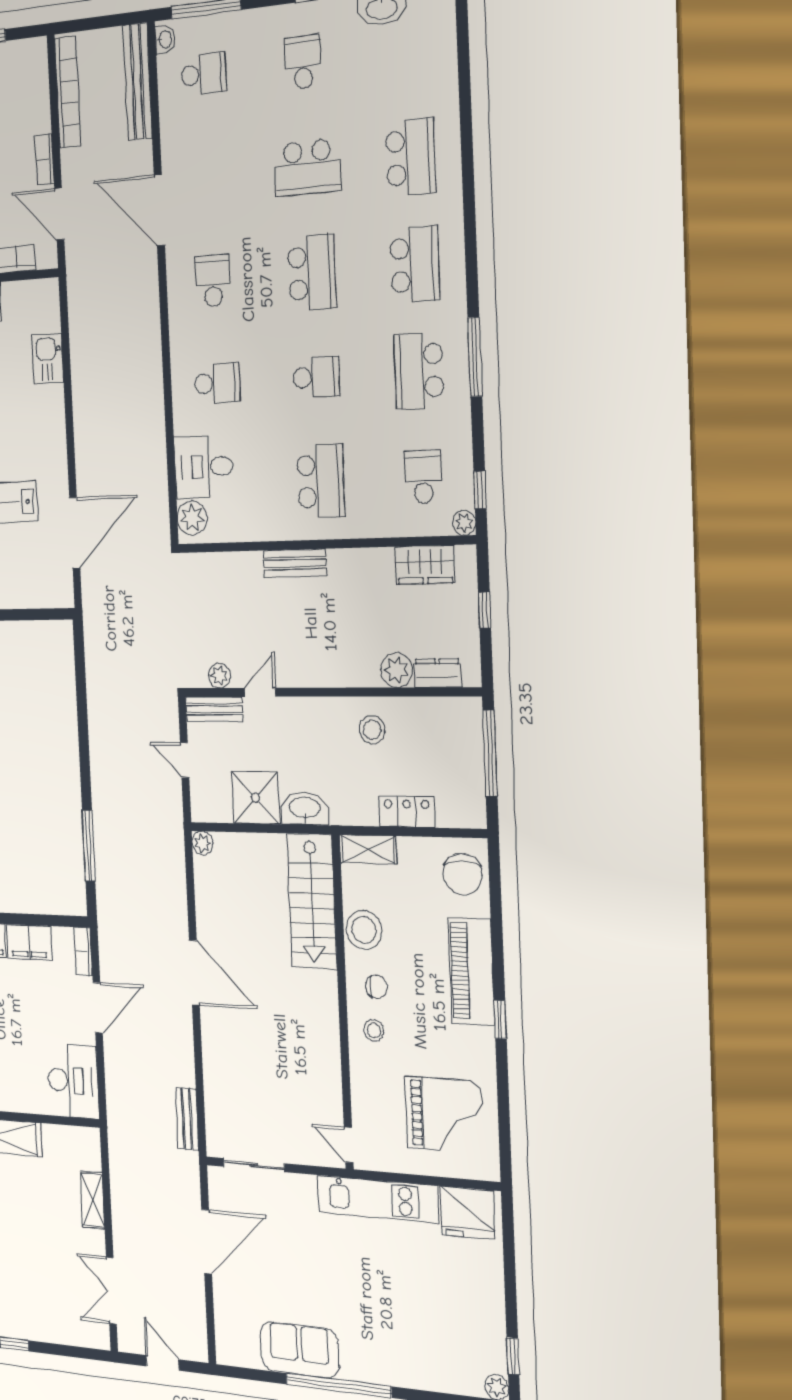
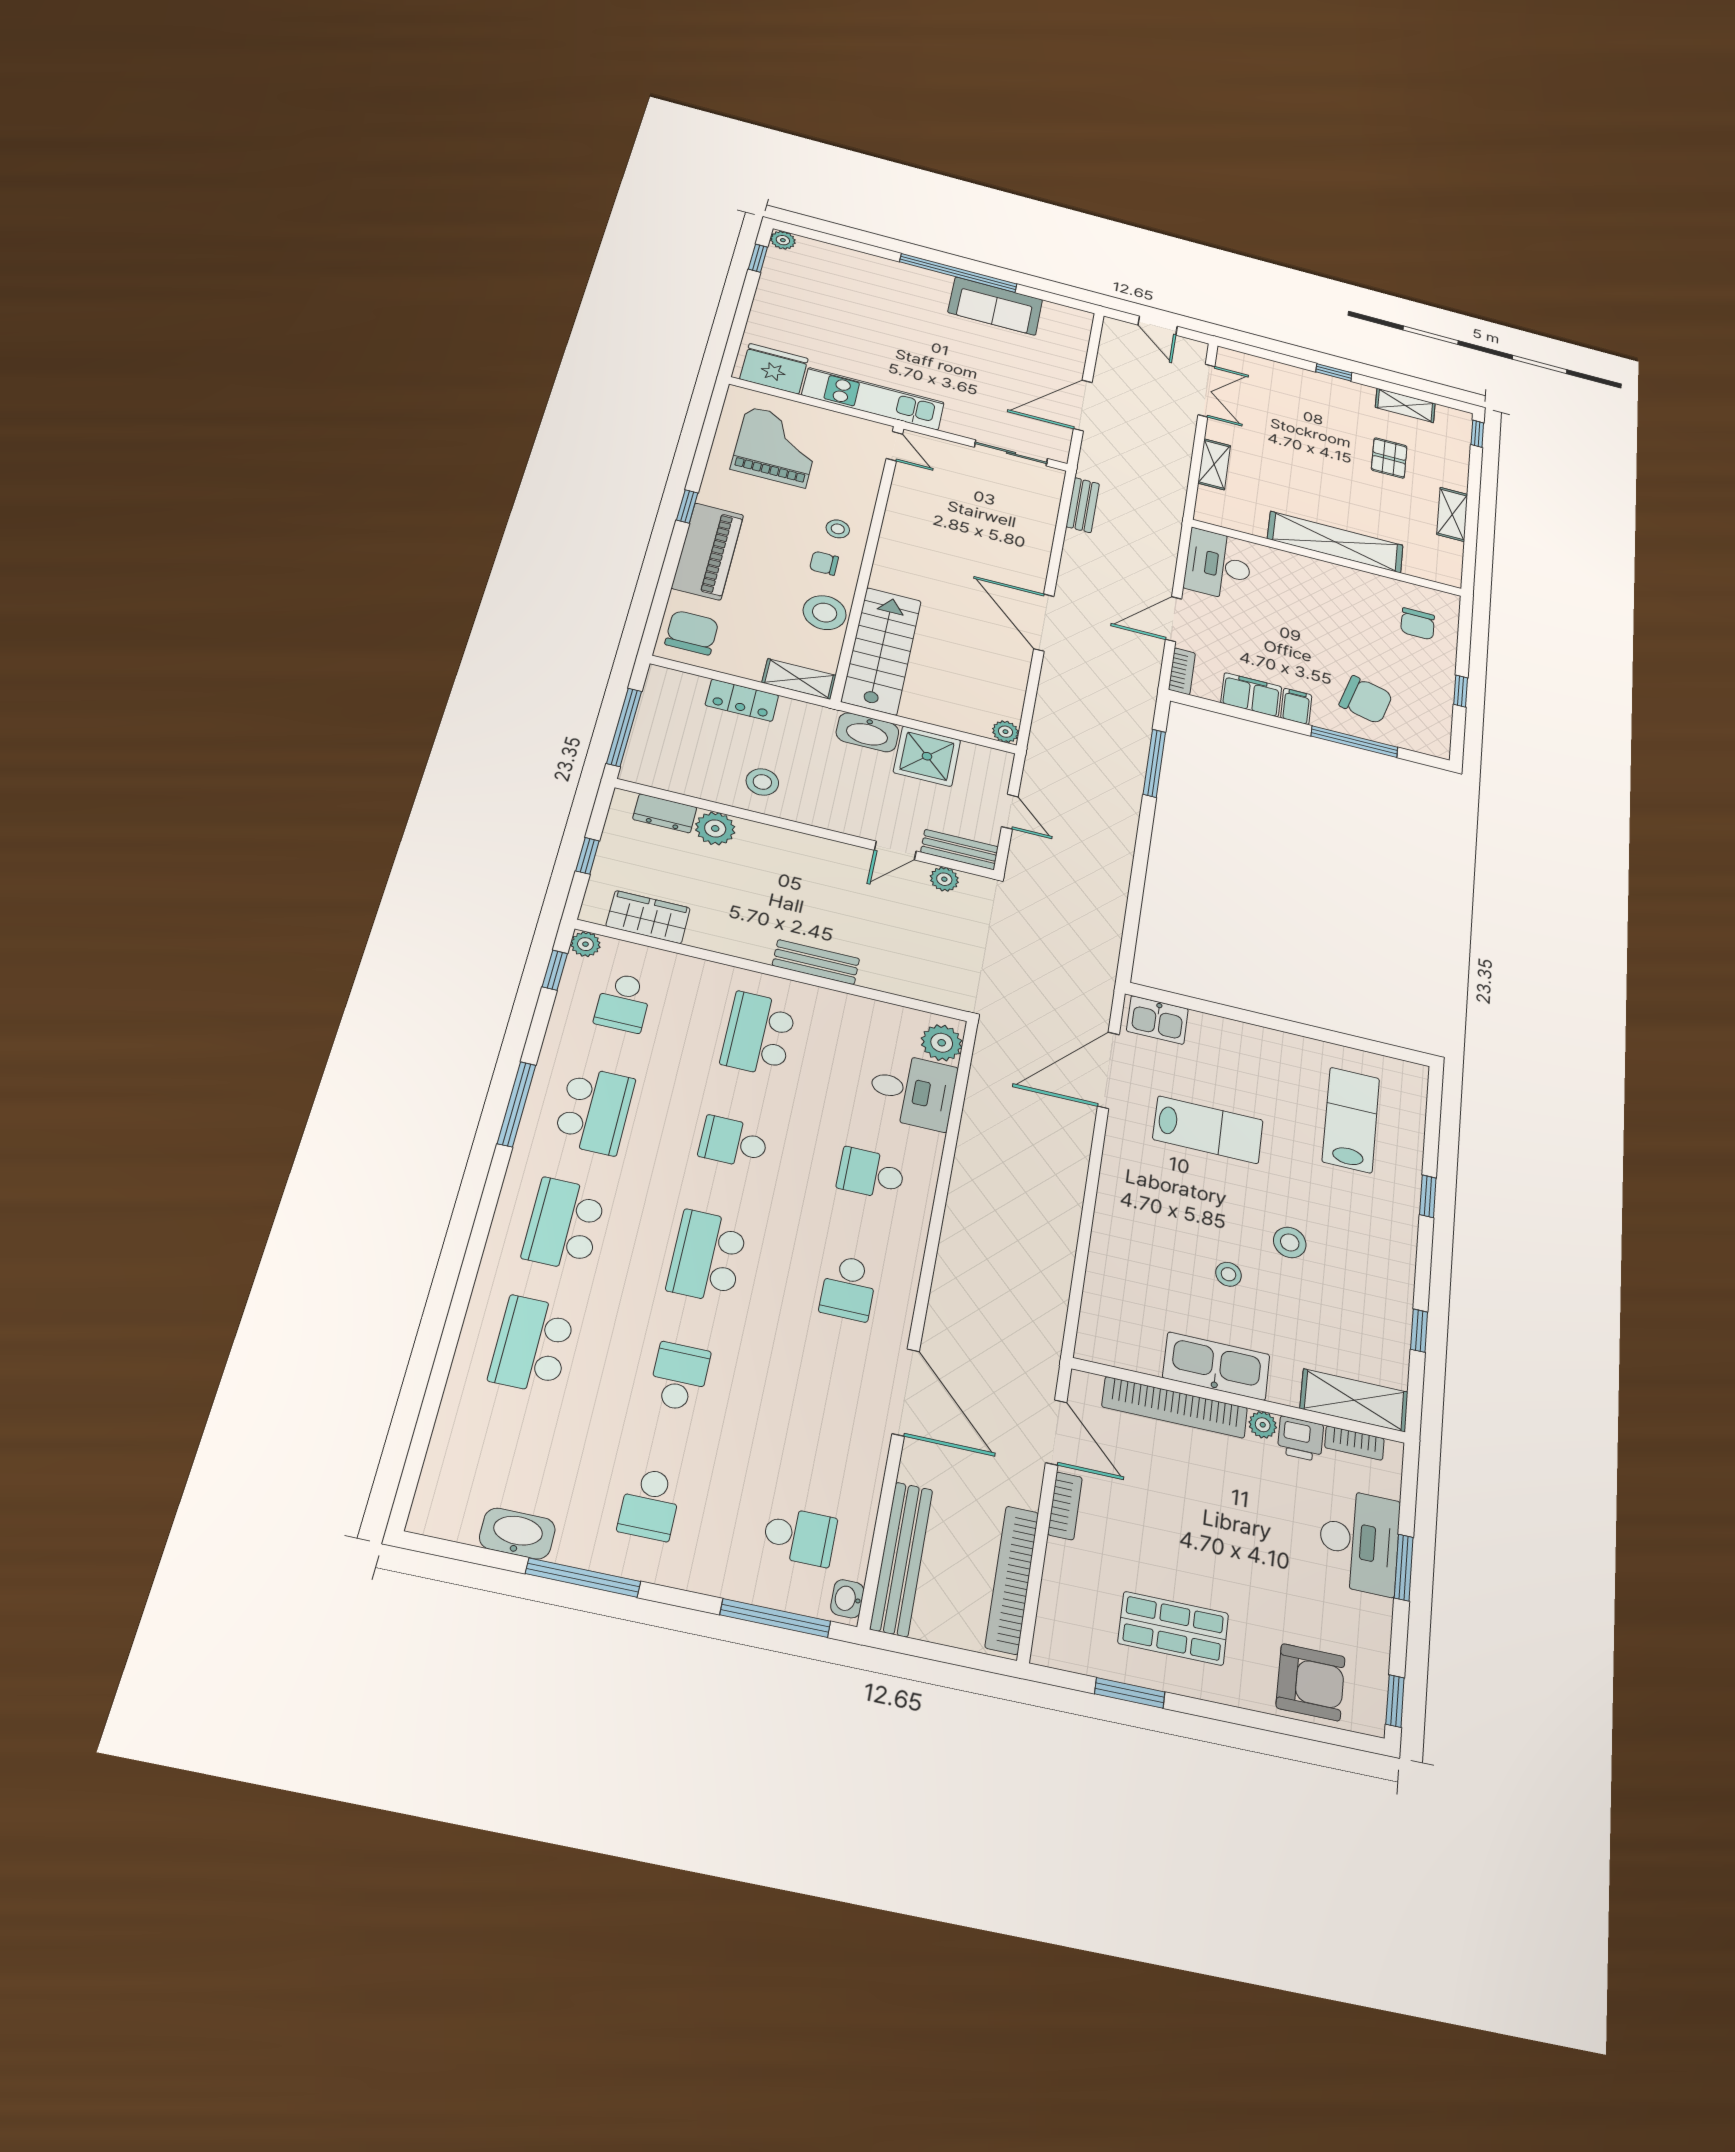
school desk: (204, 74) -> (800, 1536), turned 180
school desk: (307, 168) -> (679, 1377), width x0.54
kitchen sink: (48, 359) -> (1157, 1020), moved, turned 90
grand piano: (444, 1115) -> (776, 447), turned 90

